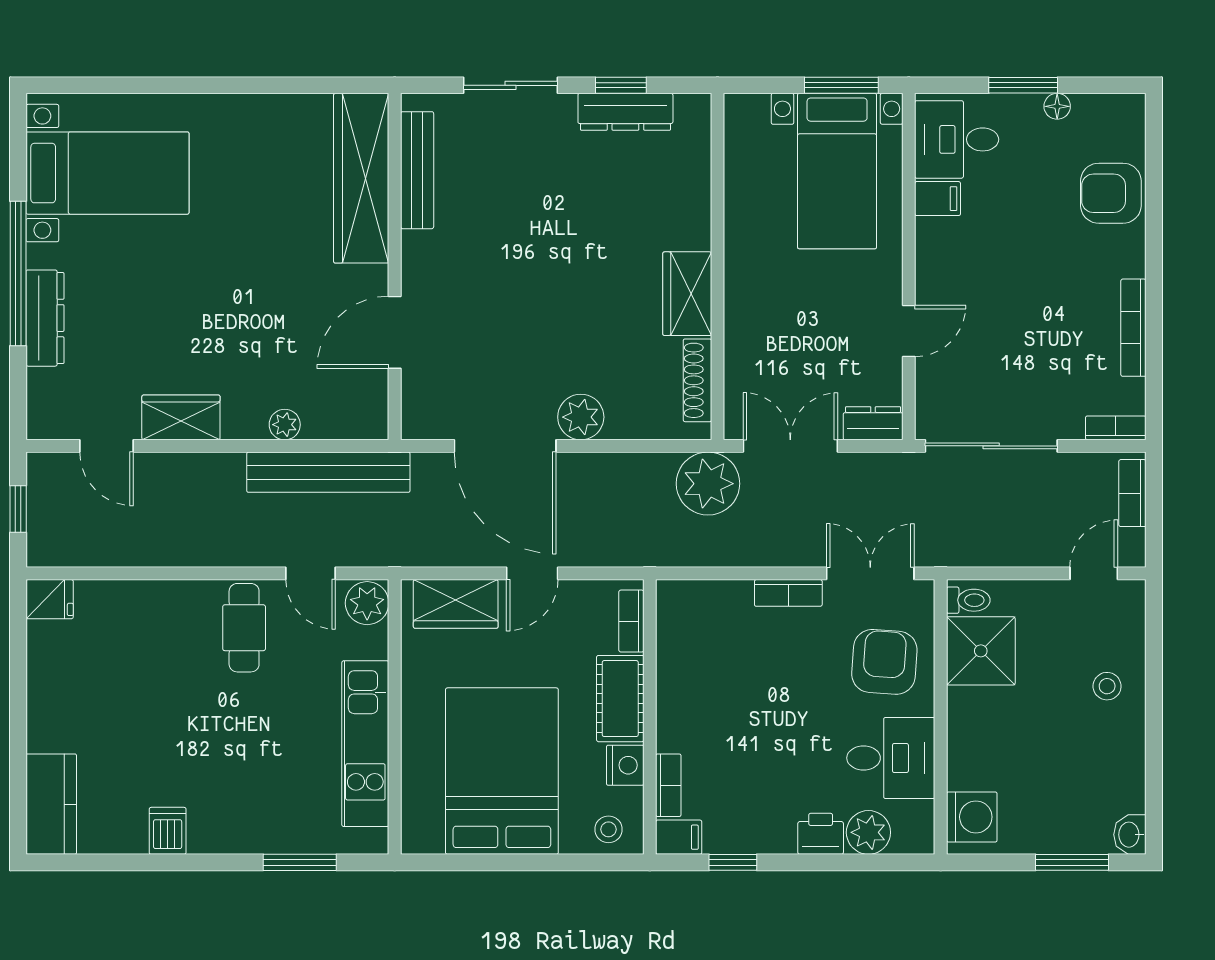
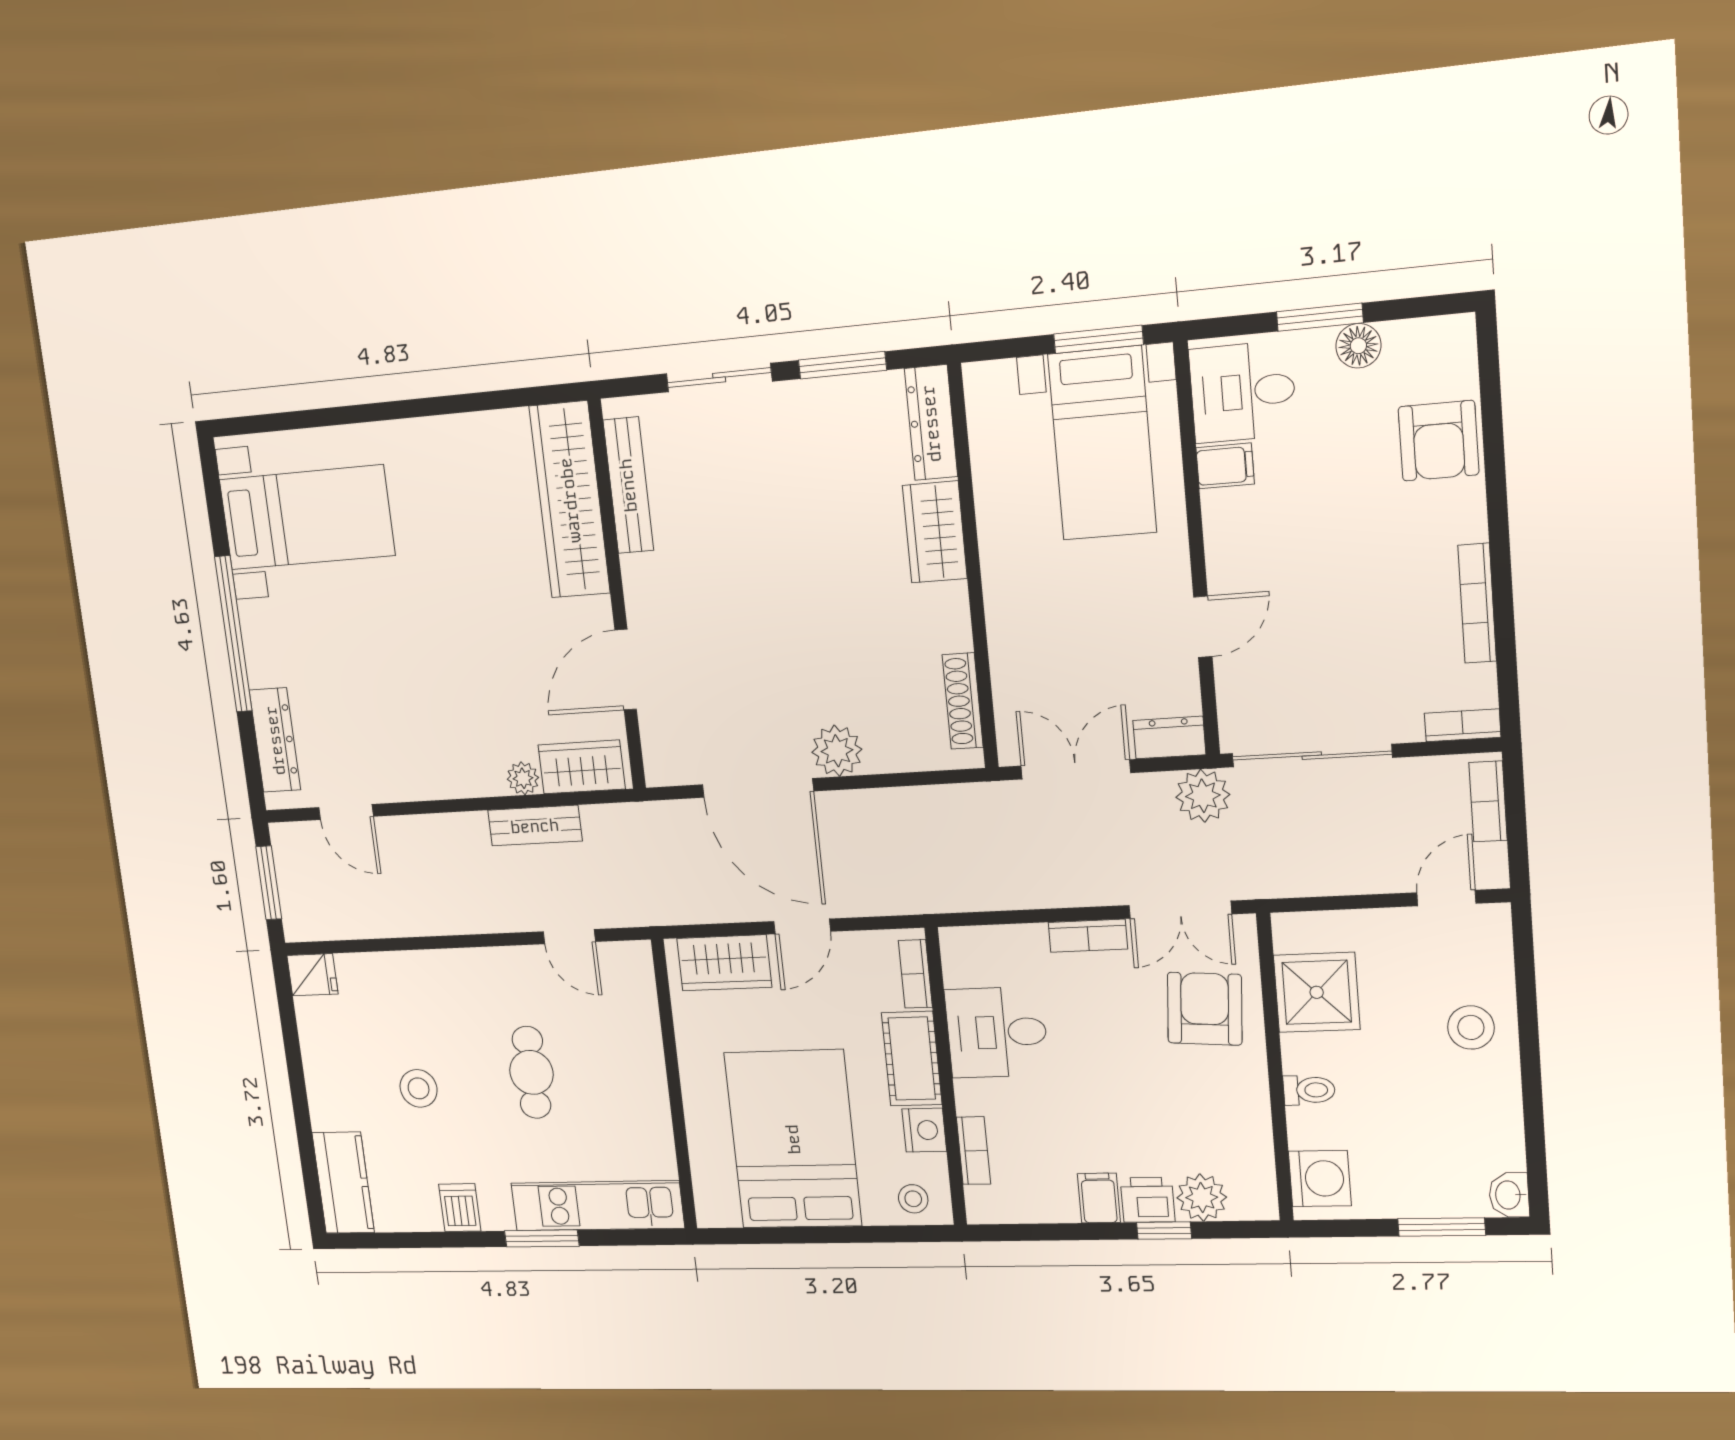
window: (621, 85) -> (842, 365), width x1.50
floor lamp: (1057, 106) -> (1358, 346), width x1.37, depth x1.37
dresser: (625, 112) -> (931, 423), moved, turned 90
armchair: (1111, 193) -> (1439, 441), turned -90
wardrobe: (687, 294) -> (935, 532), moved
dresser: (45, 318) -> (275, 740), moved
wardrobe: (181, 417) -> (582, 767), moved
bench: (328, 472) -> (535, 826), width x0.54, depth x0.82
plant: (708, 484) -> (1203, 796), moved, width x0.73, depth x0.73
window: (18, 509) -> (269, 883), width x1.50
double door: (870, 573) -> (1180, 910), swing flipped
toilet: (968, 600) -> (1309, 1090), moved
plant: (367, 603) -> (631, 966), removed
cafe table: (244, 628) -> (531, 1072), moved
stool: (1107, 686) -> (1471, 1027), width x1.37, depth x1.37
stool: (142, 713) -> (419, 1088), added
kitchen unit: (365, 744) -> (597, 1206), moved, turned 90
desk: (891, 758) -> (997, 1032), moved, turned 180
filing cabinet: (679, 837) -> (1099, 1198), moved, turned -90
window: (300, 862) -> (542, 1238), moved
window: (733, 862) -> (1164, 1231), moved

